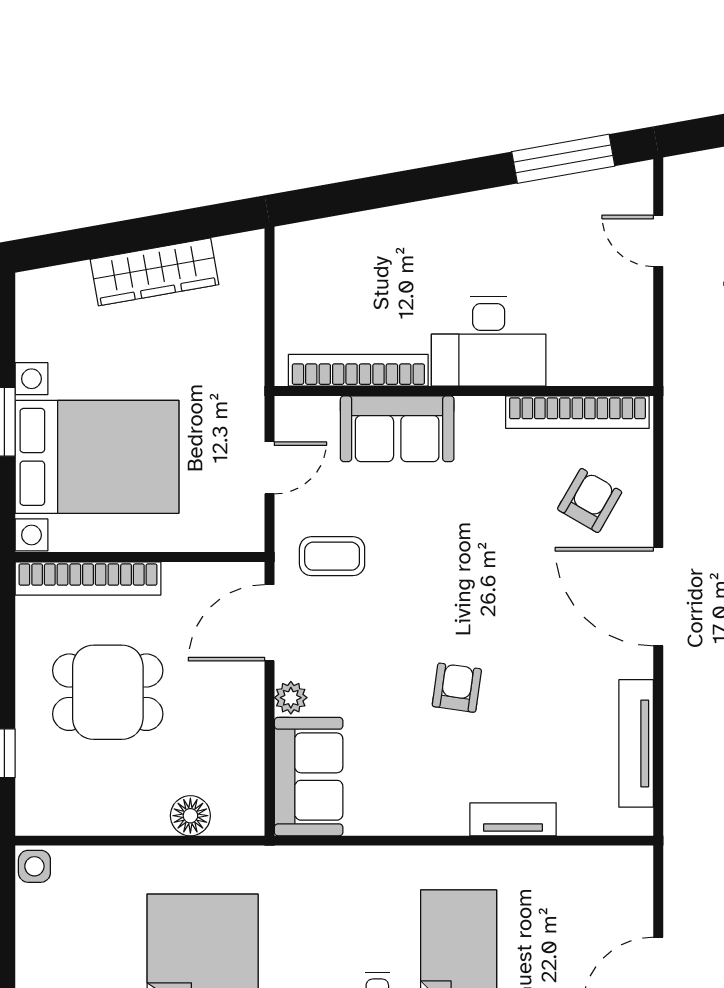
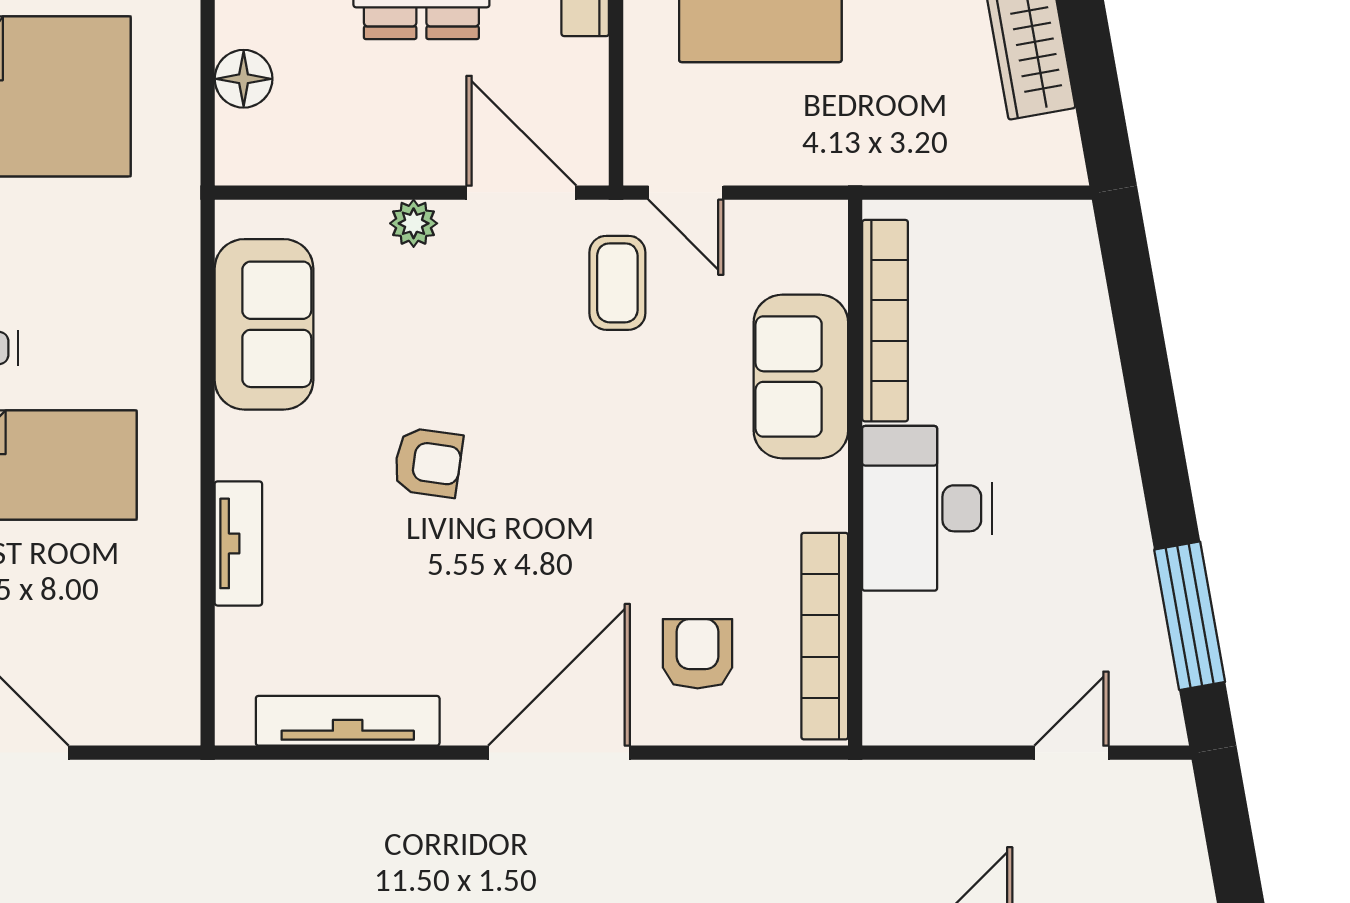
door: (269, 468) -> (686, 193), moved
armchair: (590, 500) -> (698, 654), turned -120
sofa: (309, 777) -> (264, 324), moved, turned -90

